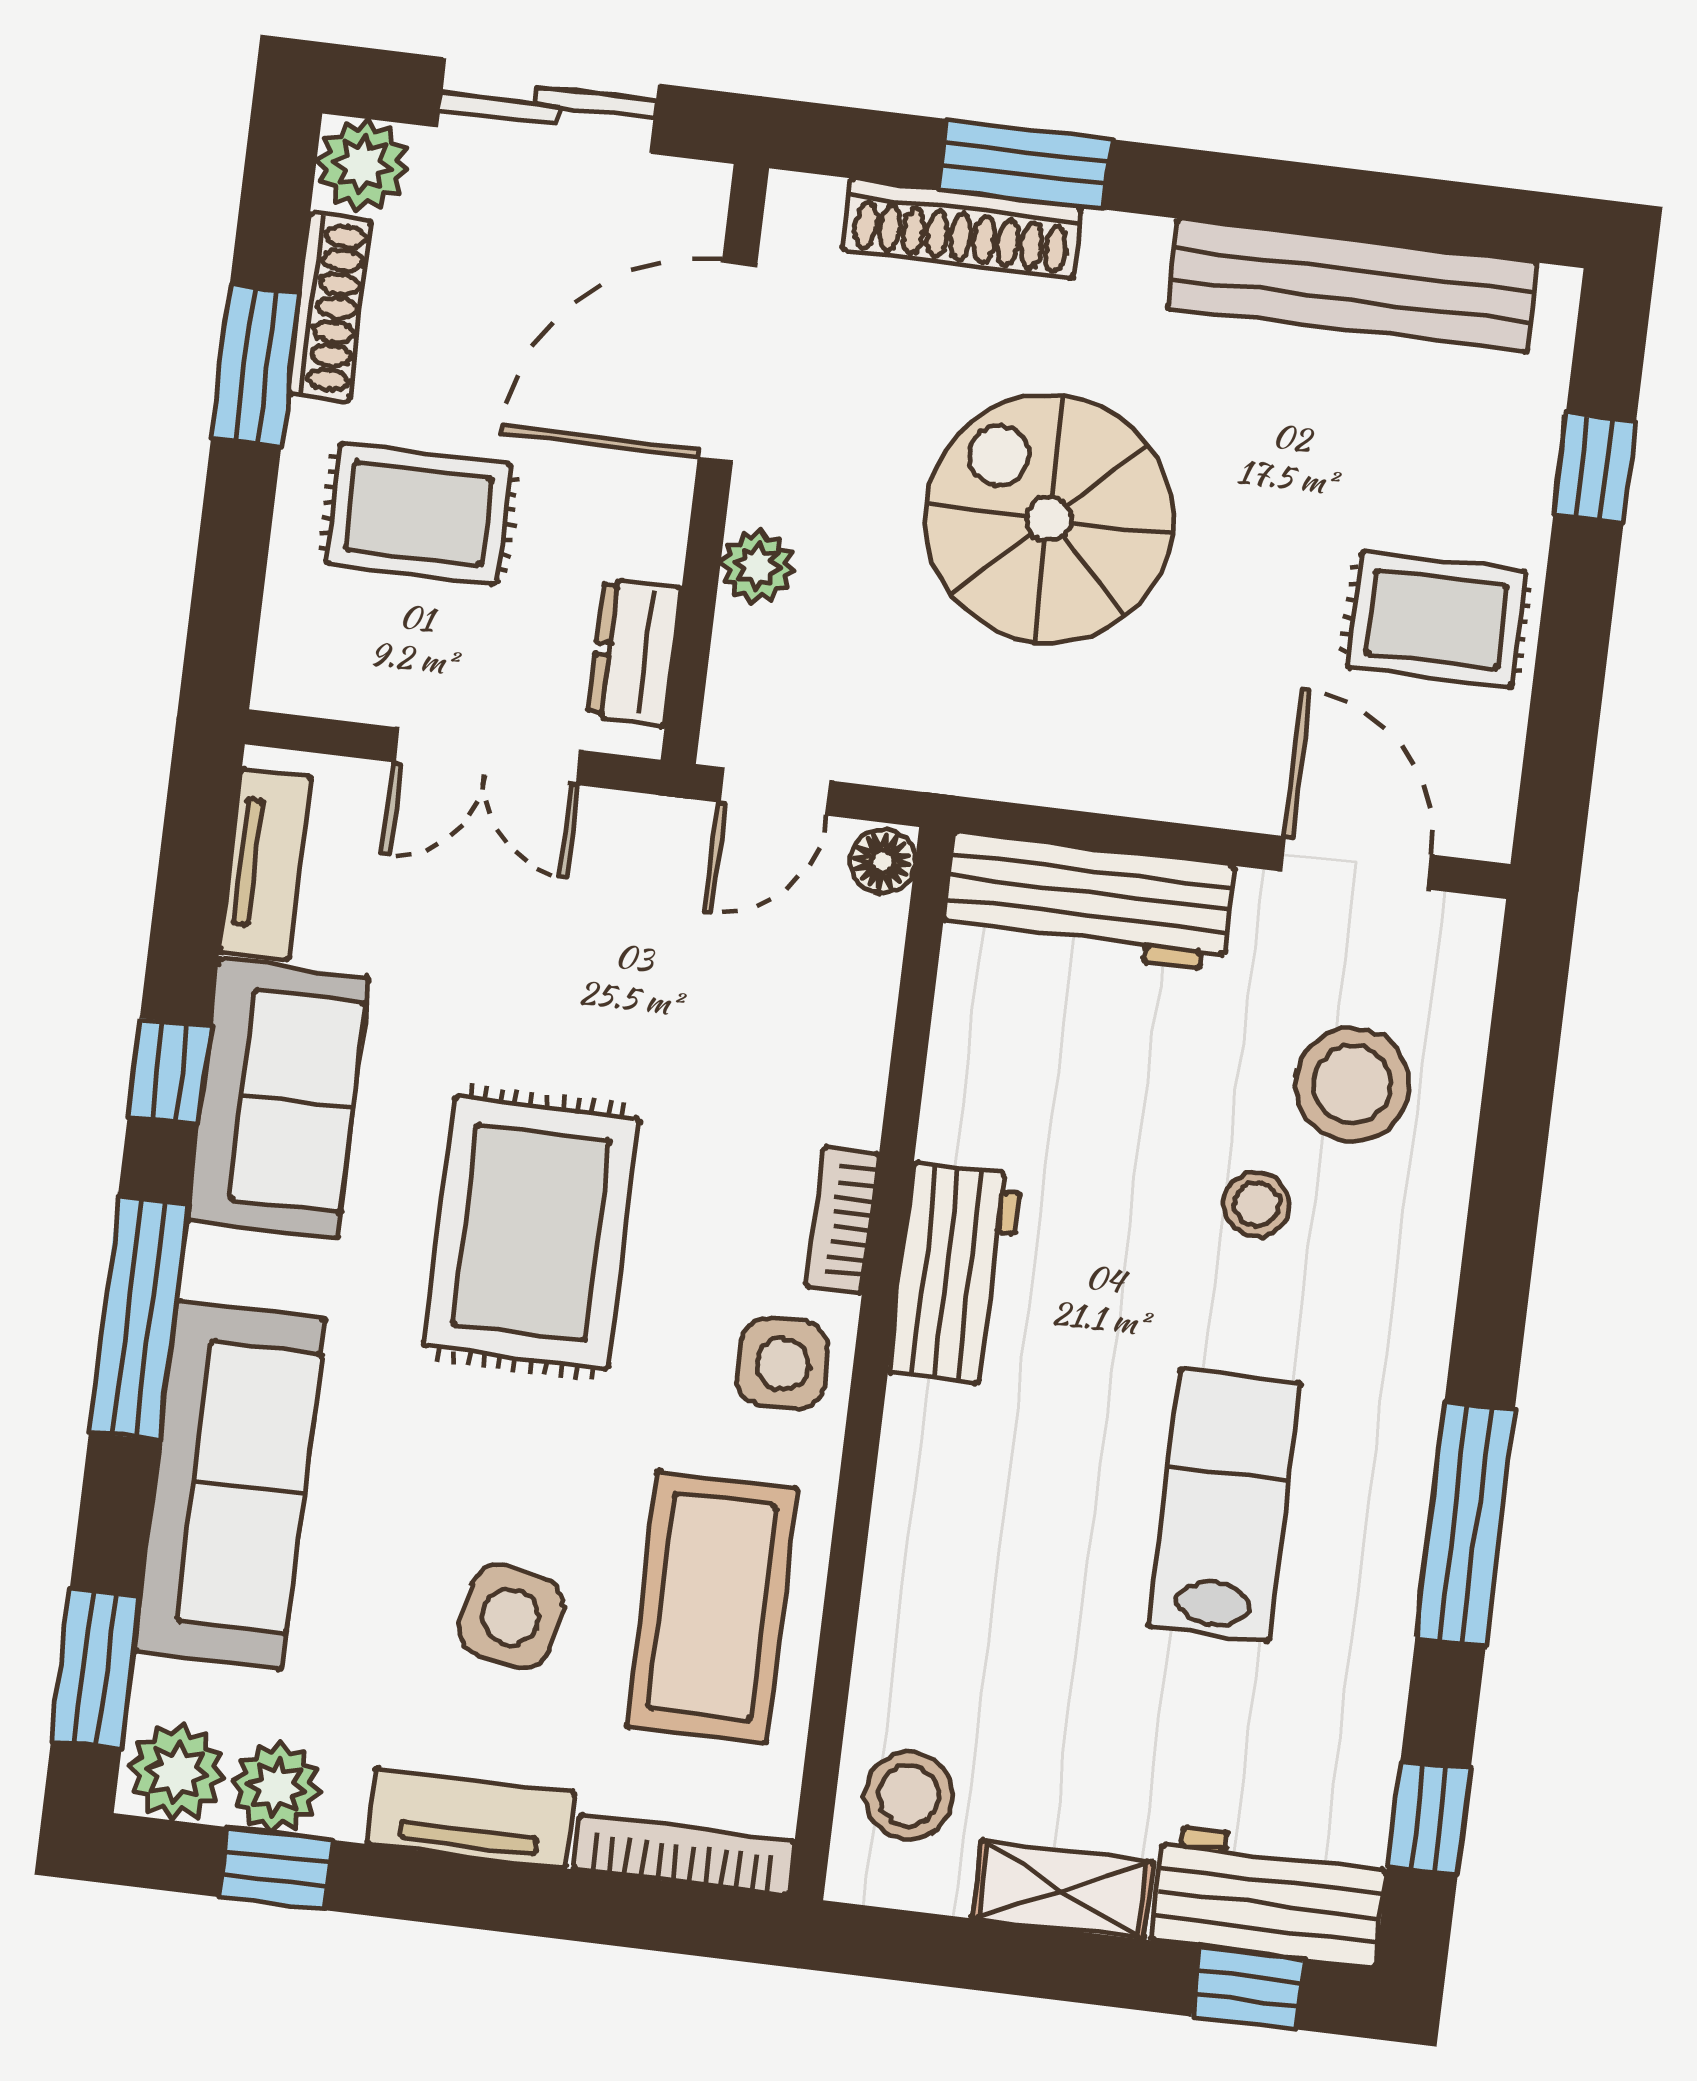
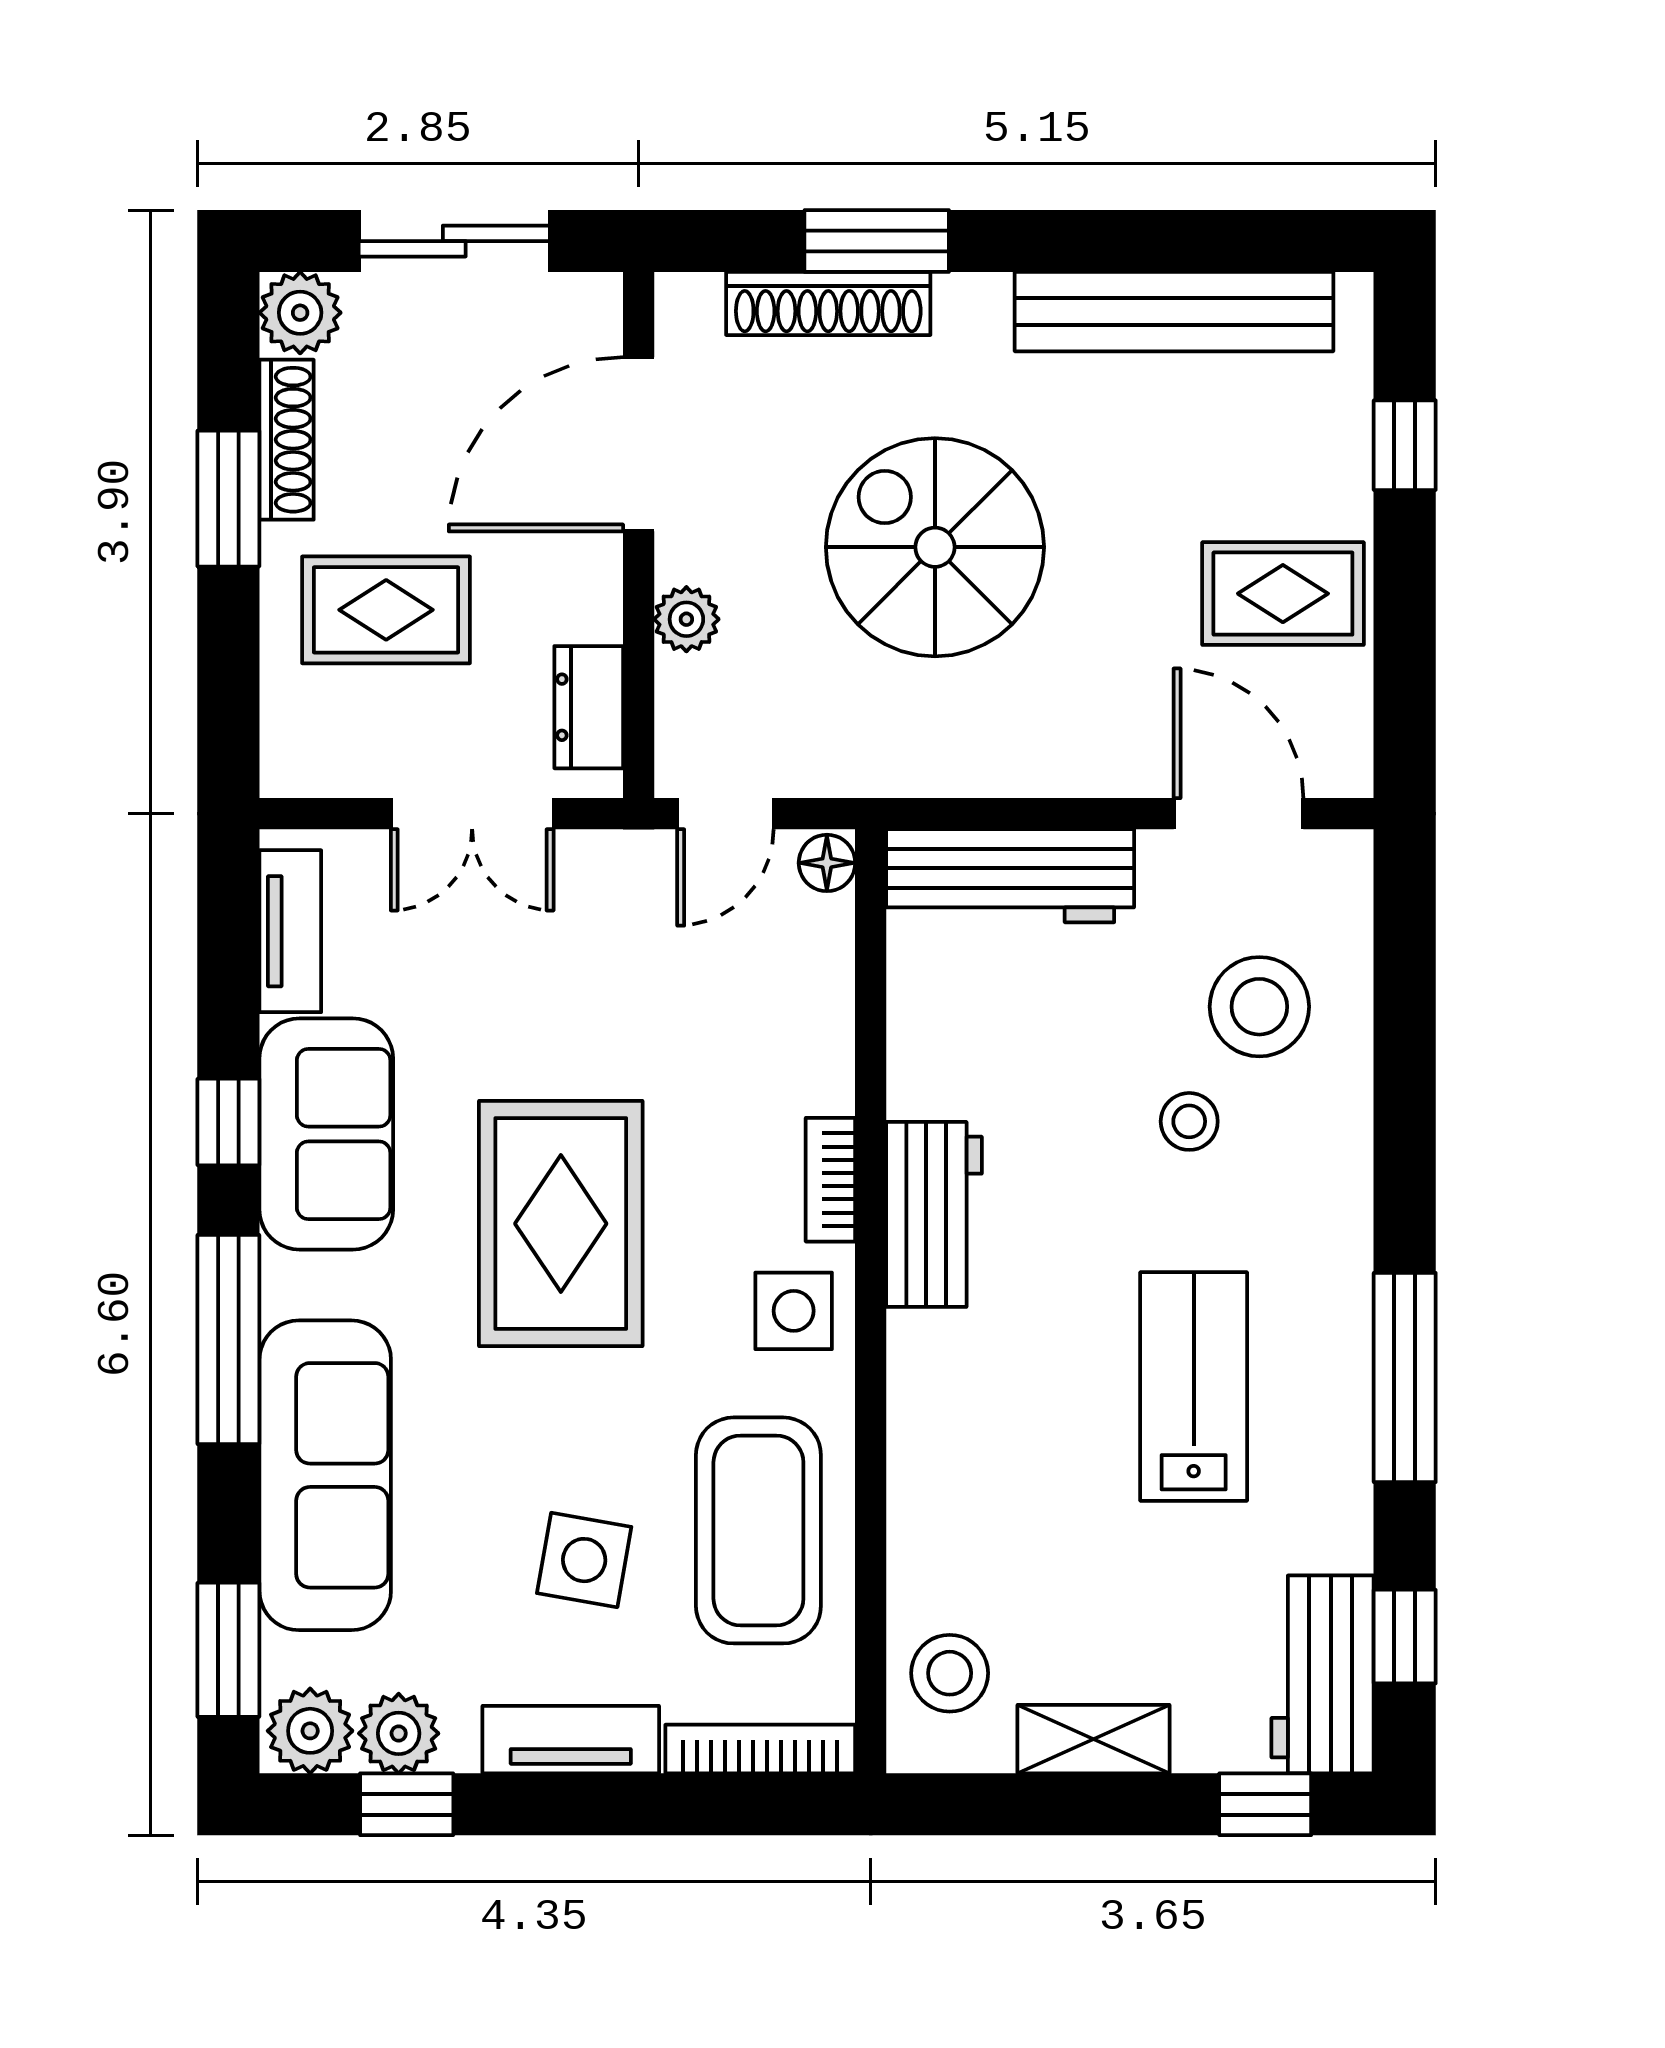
workbench: (1270, 1896) -> (1323, 1674), moved, turned -90

